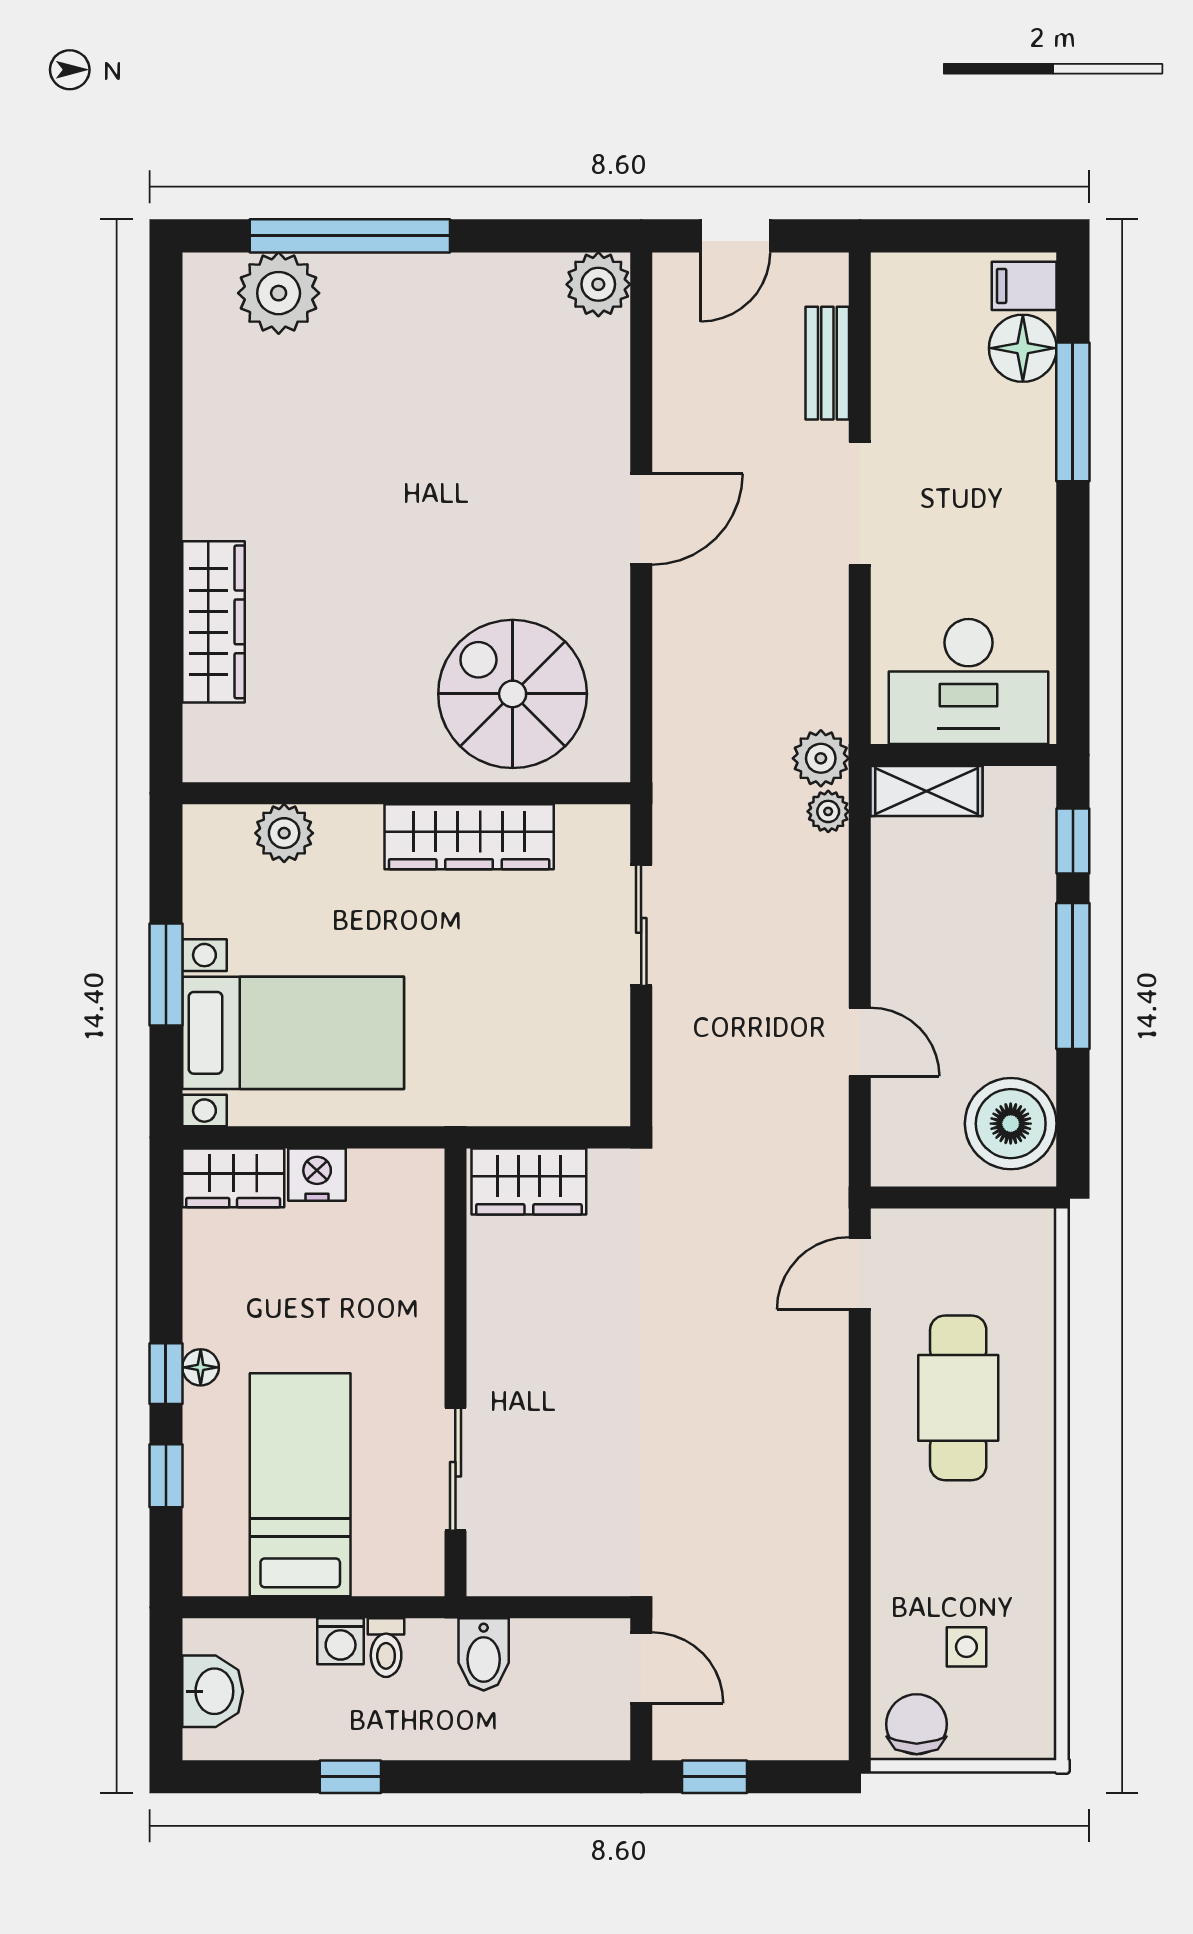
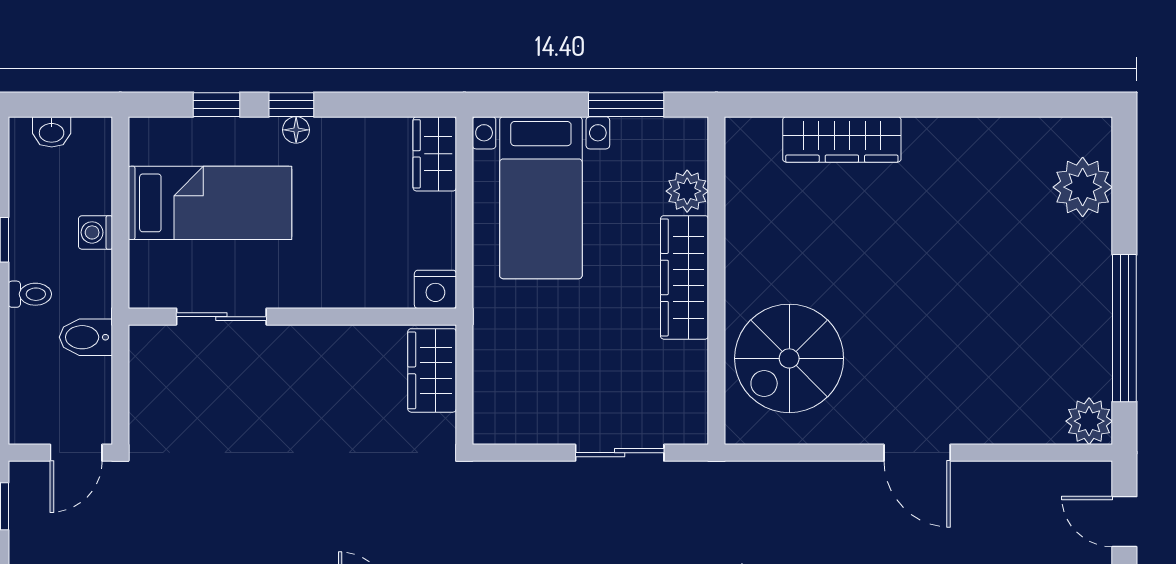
window: (350, 236) -> (1124, 328), moved
spiral stairs: (513, 694) -> (789, 358), turned 180
wardrobe: (469, 837) -> (684, 277), moved
window: (166, 975) -> (626, 105), moved
nightstand: (317, 1175) -> (435, 289), moved, turned 90
toilet: (386, 1648) -> (30, 294), moved, turned 180
washbasin: (213, 1691) -> (52, 132), width x0.72, depth x0.69

